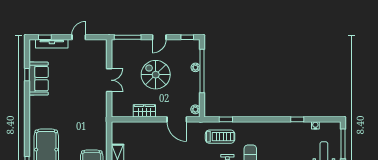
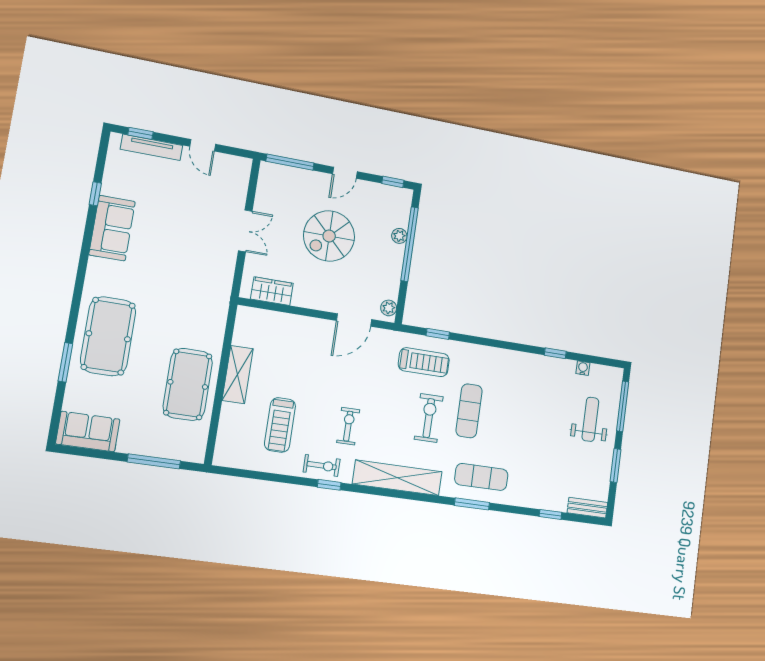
door: (79, 37) -> (203, 145), swing flipped
spiral stairs: (156, 75) -> (329, 236), turned -90
sofa: (39, 79) -> (112, 228), moved
wardrobe: (144, 111) -> (272, 291), moved
door: (177, 119) -> (354, 320), hinge flipped

